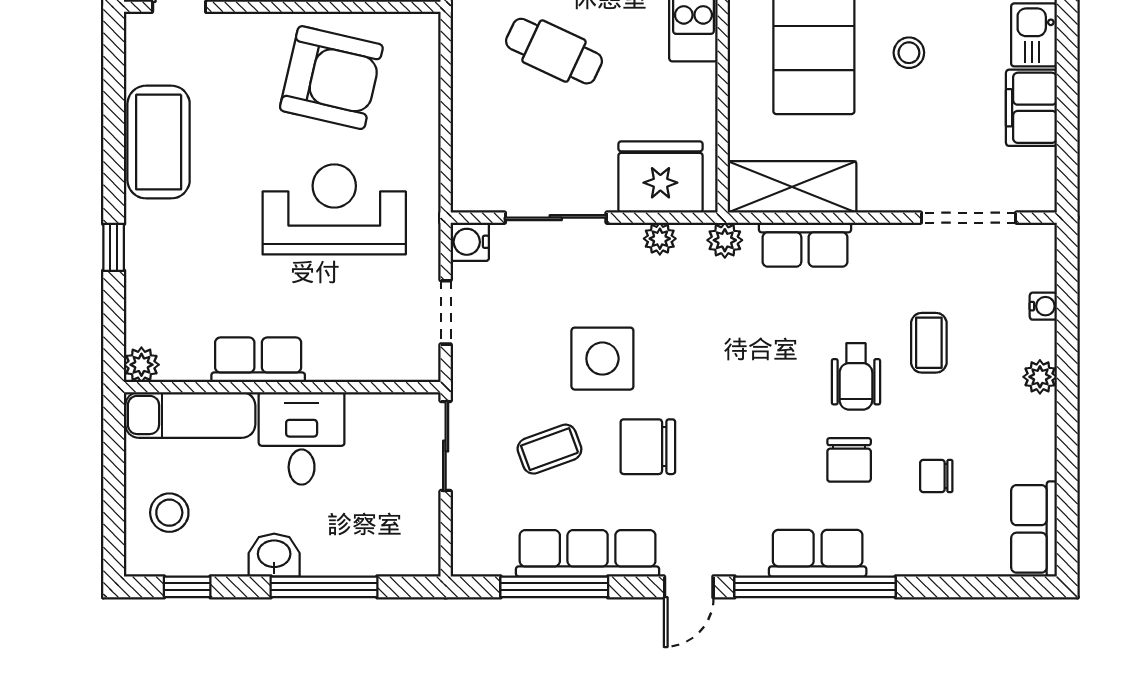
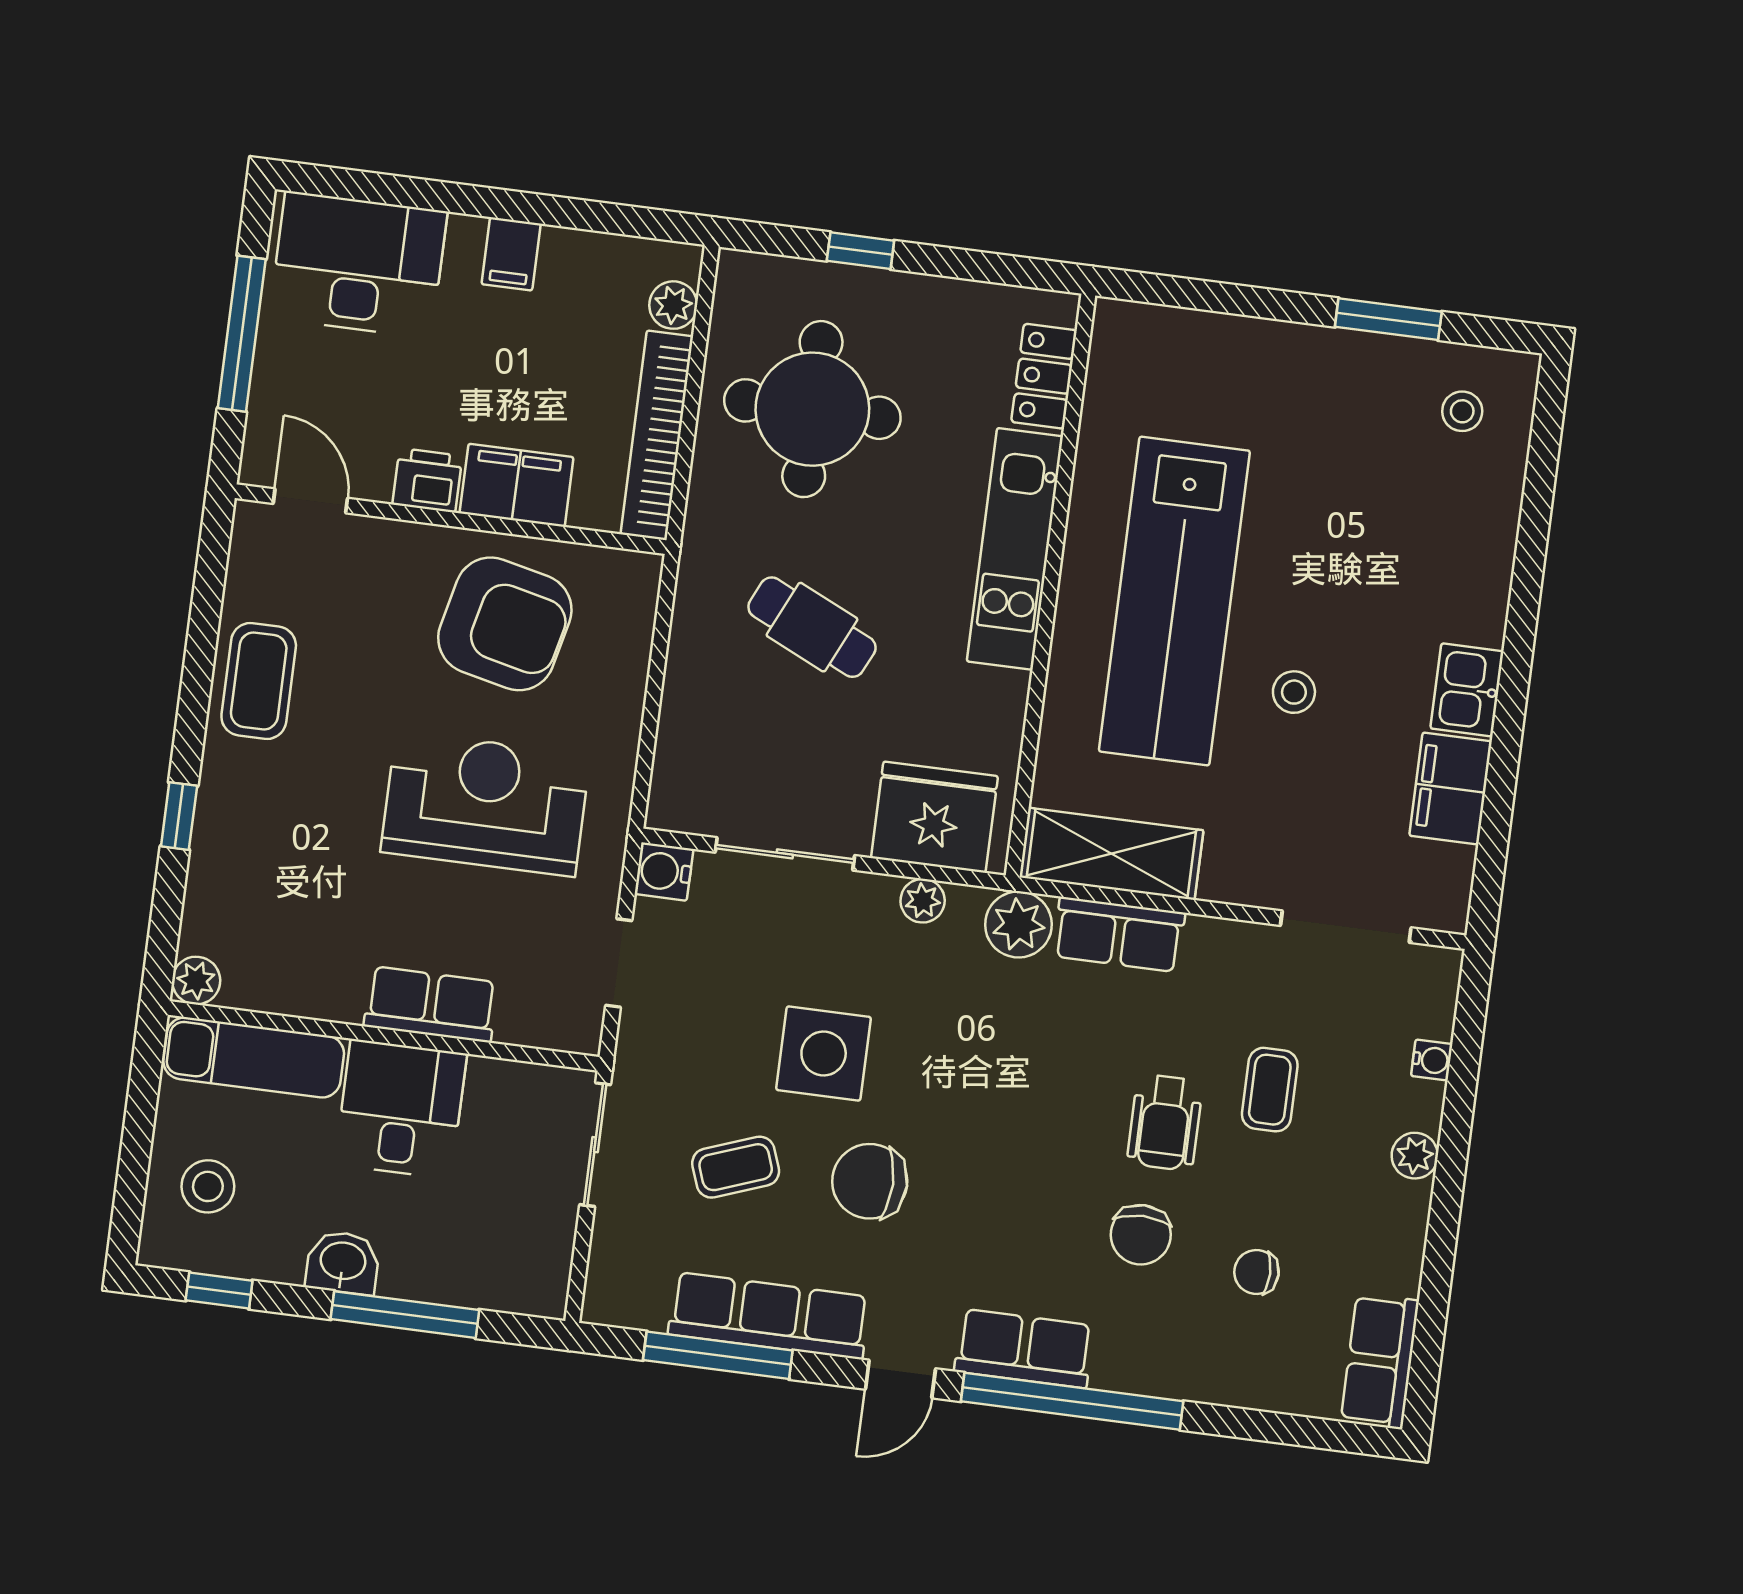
coffee table: (159, 142) -> (259, 681), width x0.73, depth x0.76
plant: (725, 240) -> (1018, 924), width x1.38, depth x1.38
row of seats: (258, 360) -> (431, 1004), moved
row of seats: (818, 553) -> (1024, 1349), moved

